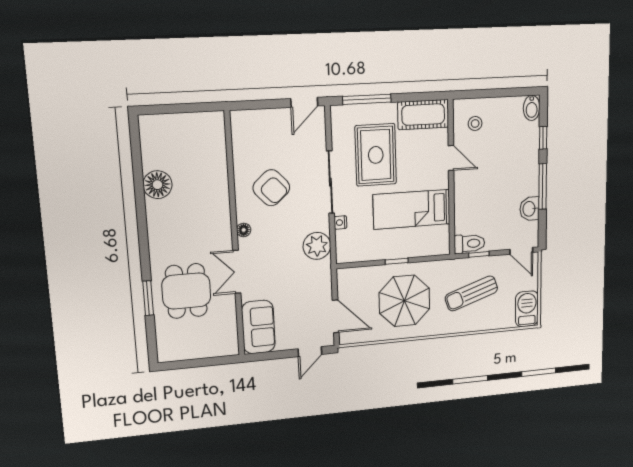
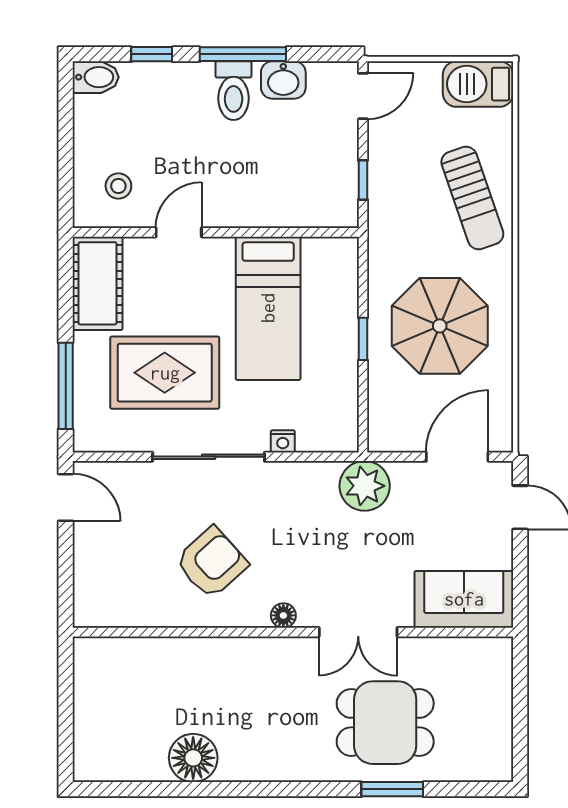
toilet: (469, 244) -> (234, 91), moved, turned 180
plant: (317, 246) -> (365, 486), moved
sun lounger: (471, 293) -> (472, 198), moved

